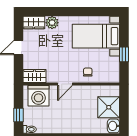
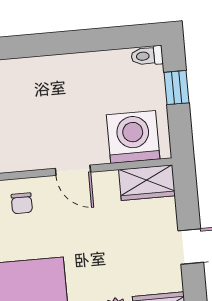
door: (65, 84) -> (73, 170), swing flipped

